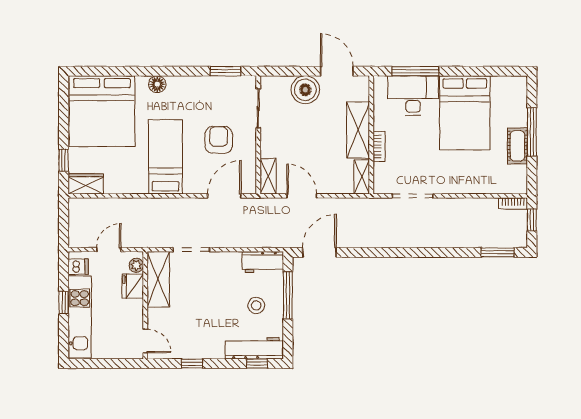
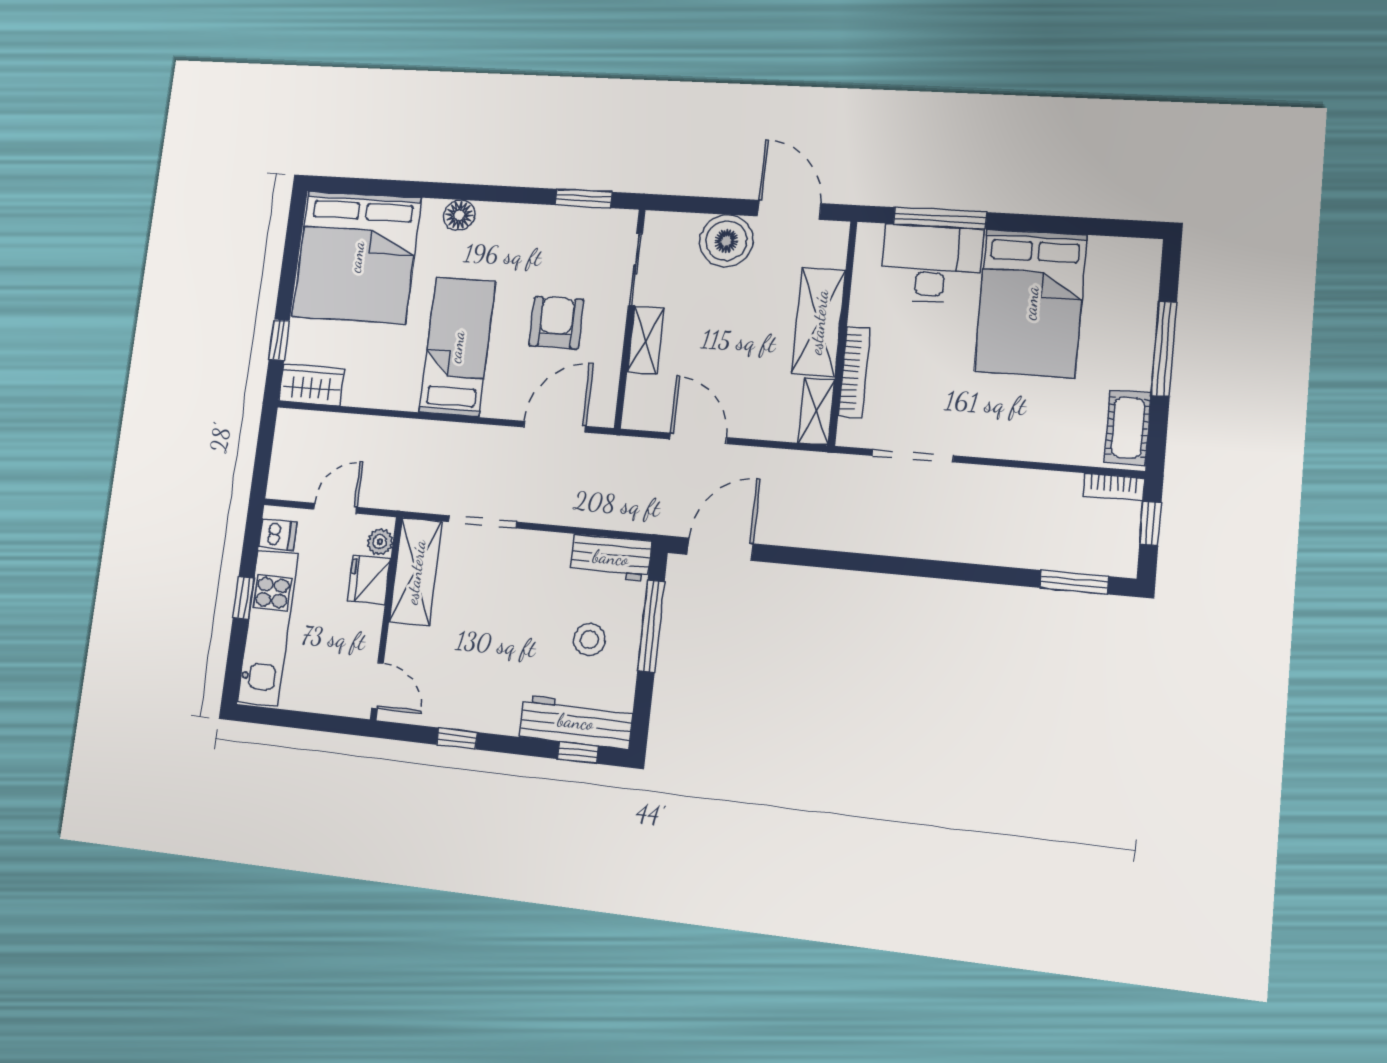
bookcase: (379, 146) -> (854, 372), width x1.56
cot: (517, 146) -> (1128, 427), moved
shelving: (268, 176) -> (646, 340), moved

